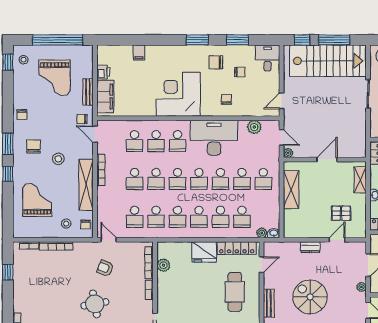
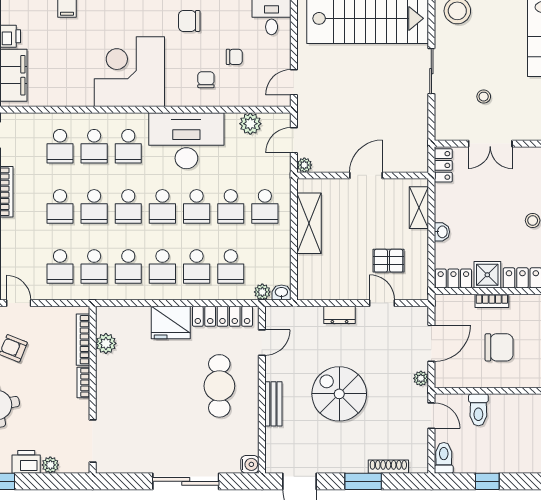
chair: (240, 72) -> (234, 57), moved
door: (282, 137) -> (294, 140), swing flipped
door: (337, 240) -> (382, 303), hinge flipped

